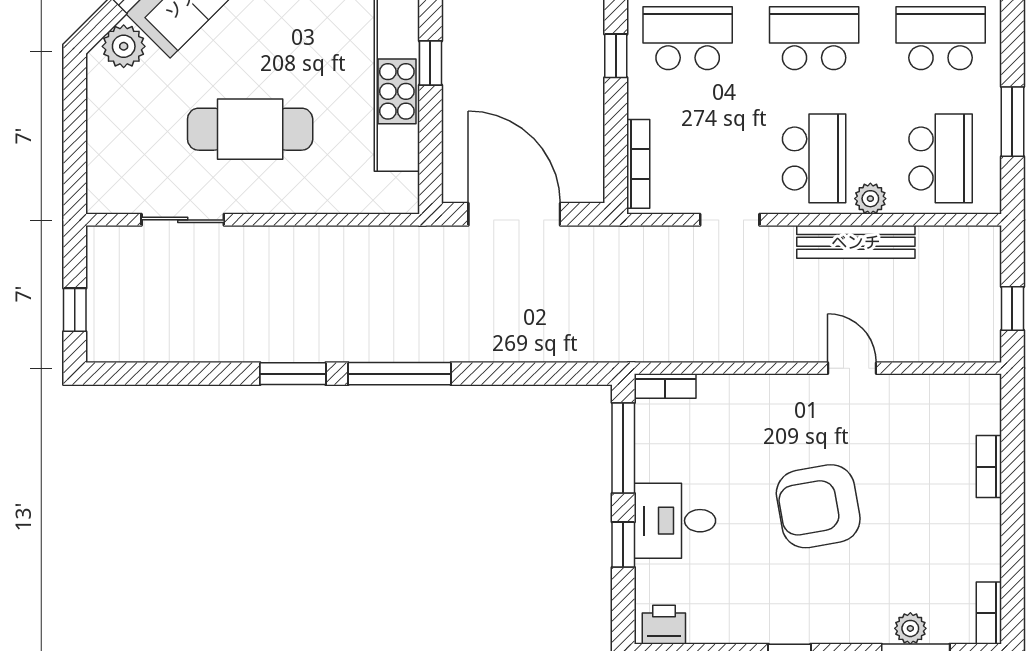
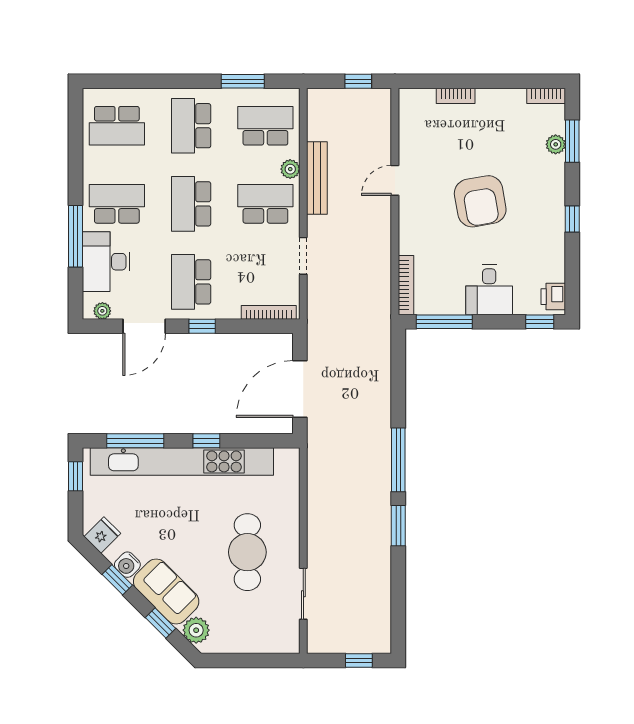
bookcase: (665, 386) -> (406, 285), width x1.56
window: (623, 545) -> (540, 322), moved

